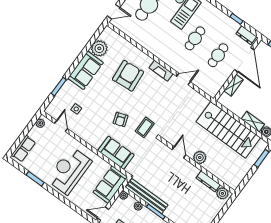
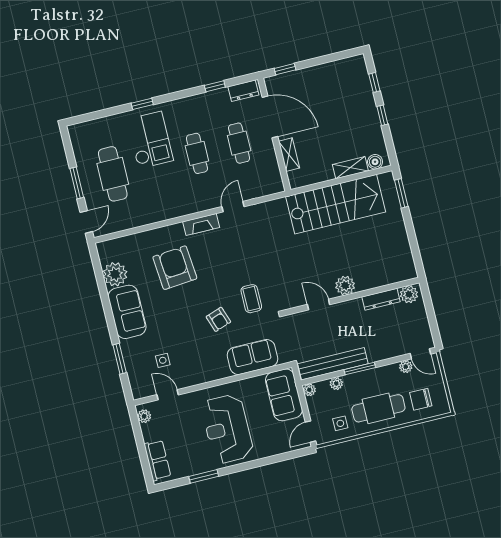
door: (179, 152) -> (319, 305), moved
plant: (200, 158) -> (345, 286), moved
wall: (197, 165) -> (352, 296), moved
dresser: (208, 181) -> (381, 299), moved
plant: (222, 193) -> (409, 294), moved

